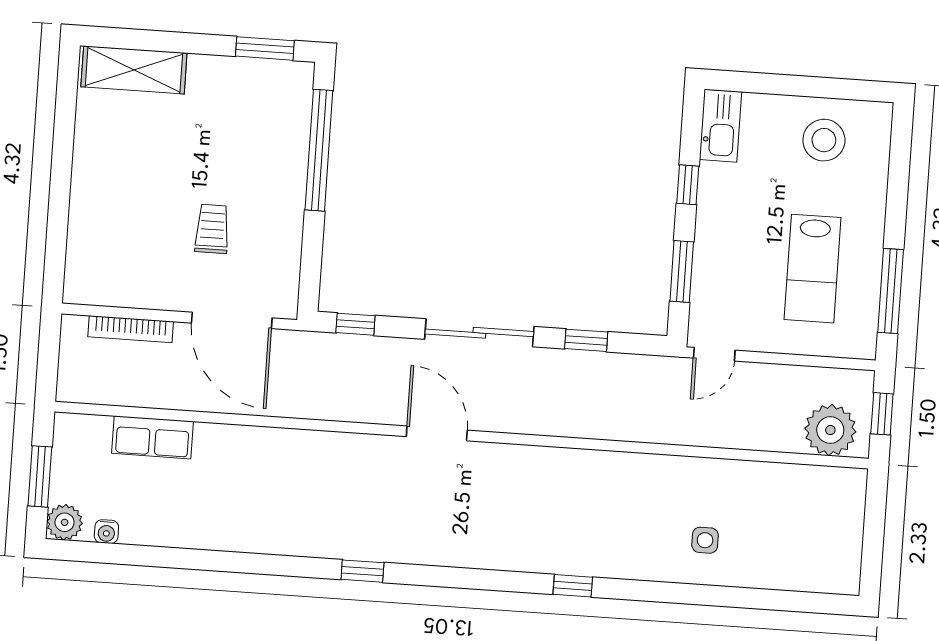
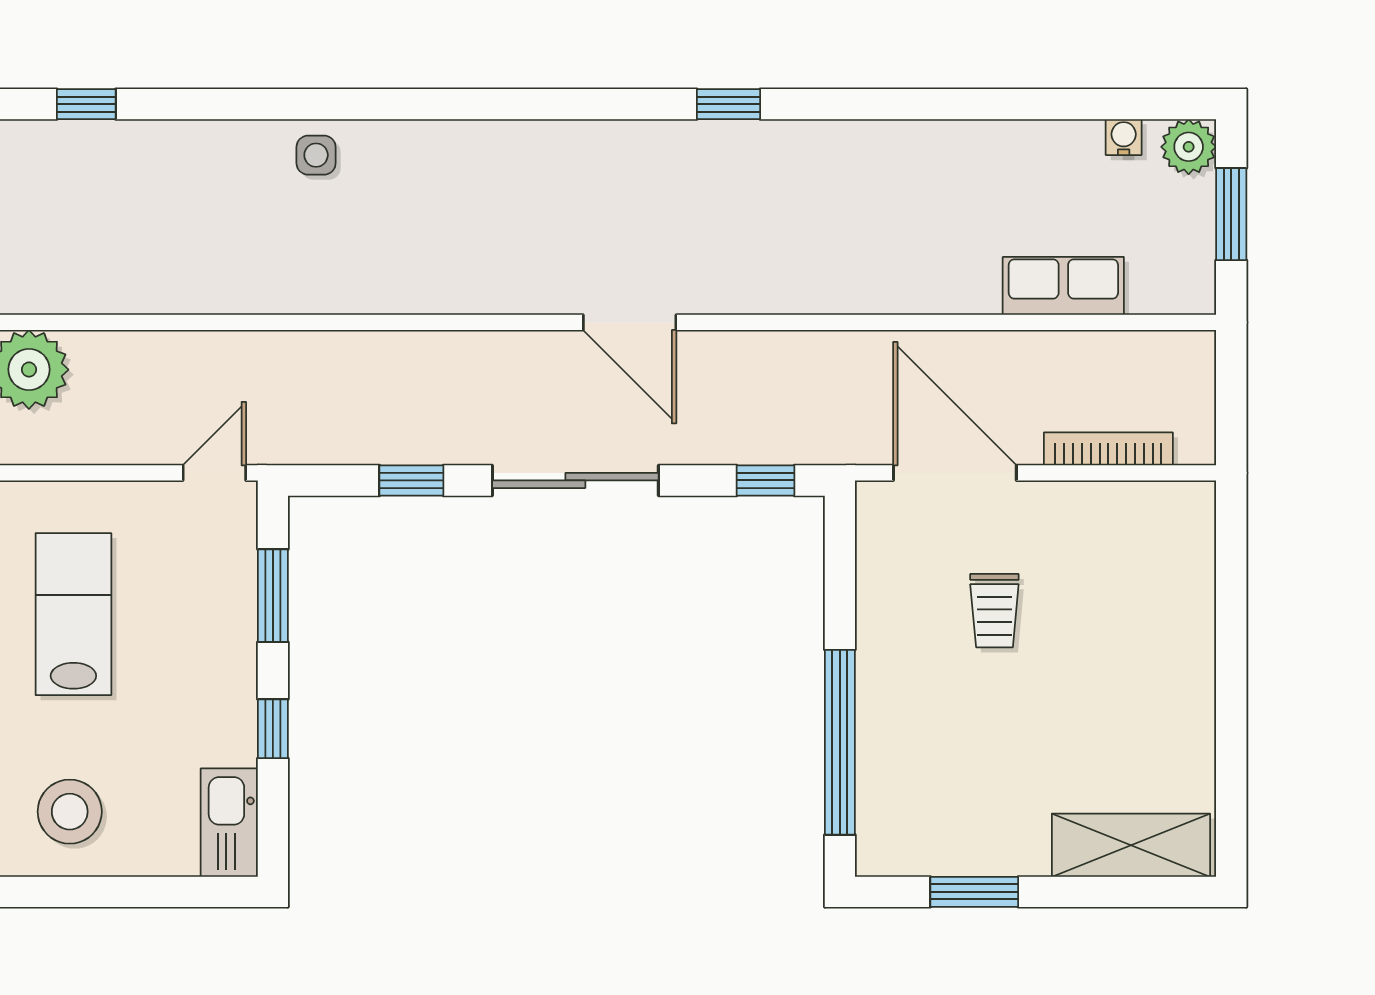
window: (265, 48) -> (974, 892), moved
side table: (705, 540) -> (316, 155), moved
window: (573, 586) -> (86, 104), moved

